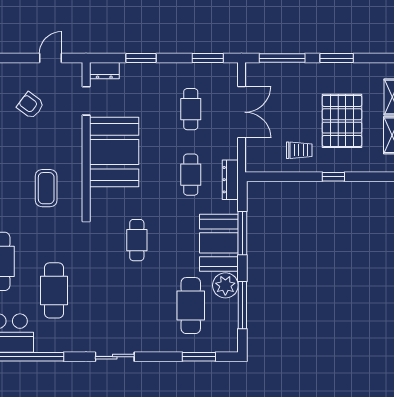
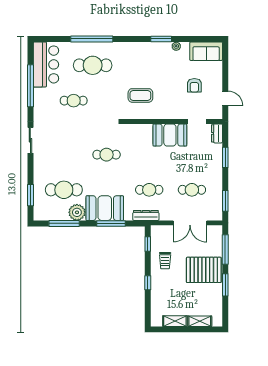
armchair: (30, 105) -> (194, 85), turned 143
pallet: (342, 121) -> (204, 270), moved
booth: (114, 152) -> (170, 135), width x0.73, depth x0.70
window: (274, 177) -> (148, 244), added
cafe table: (54, 290) -> (74, 101), width x0.73, depth x0.74

